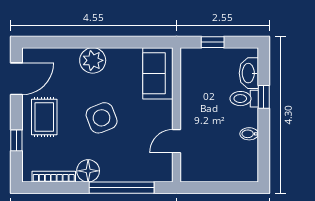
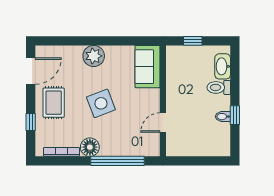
window: (264, 97) -> (235, 115), moved

